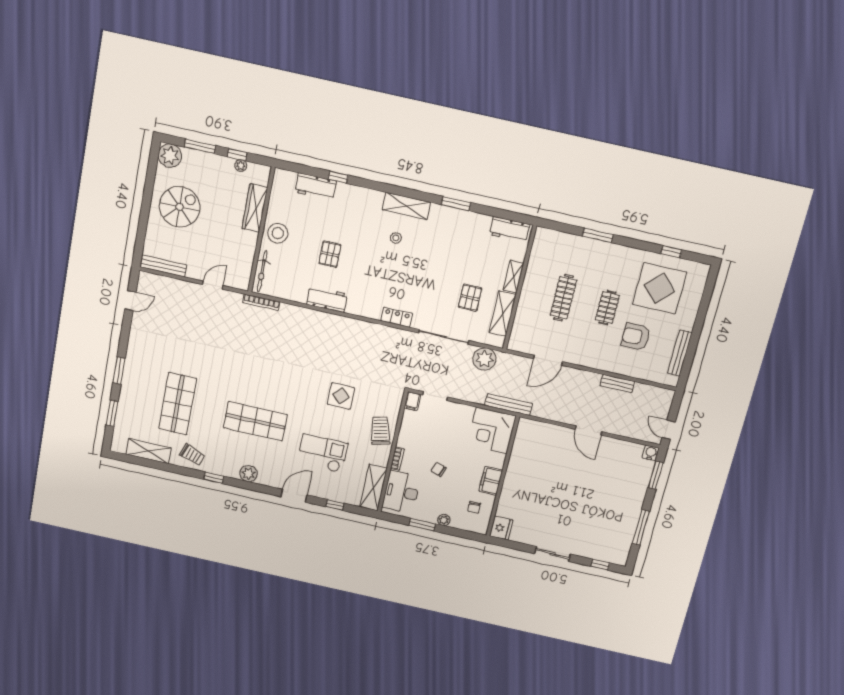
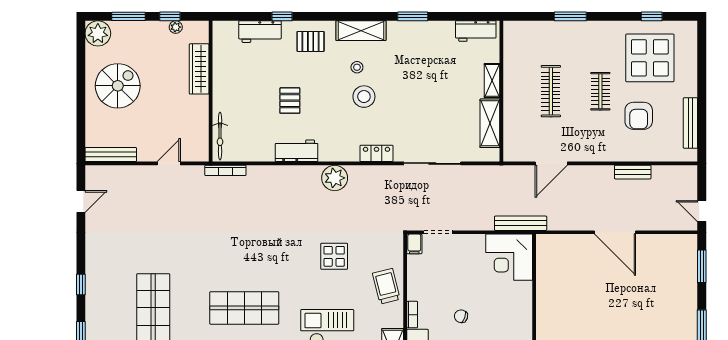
stool: (278, 233) -> (364, 97), moved
pallet: (470, 298) -> (311, 41), moved, turned 90
armchair: (636, 337) -> (639, 116), turned -90
plant: (484, 359) -> (335, 178), moved
window: (119, 371) -> (81, 285), width x0.67
door: (588, 430) -> (615, 232), width x1.36
water cooler: (651, 453) -> (690, 242), removed
filing cabinet: (491, 481) -> (522, 316), removed

